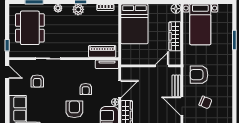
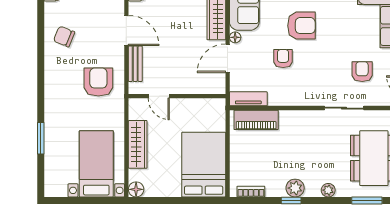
door: (162, 66) -> (159, 96), hinge flipped
armchair: (199, 75) -> (98, 82), turned -90
chair: (205, 102) -> (64, 36), moved
armchair: (74, 109) -> (301, 26), turned -90

